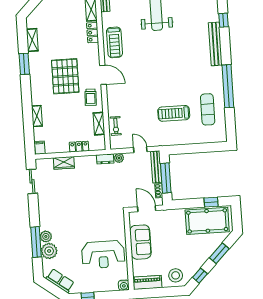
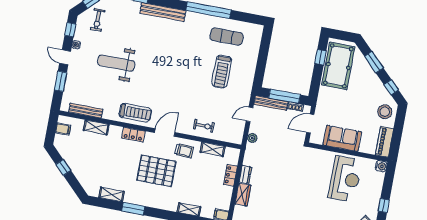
locker: (93, 33) -> (133, 135), moved
exercise bike: (116, 126) -> (204, 126), moved
dresser: (105, 159) -> (245, 175), moved

